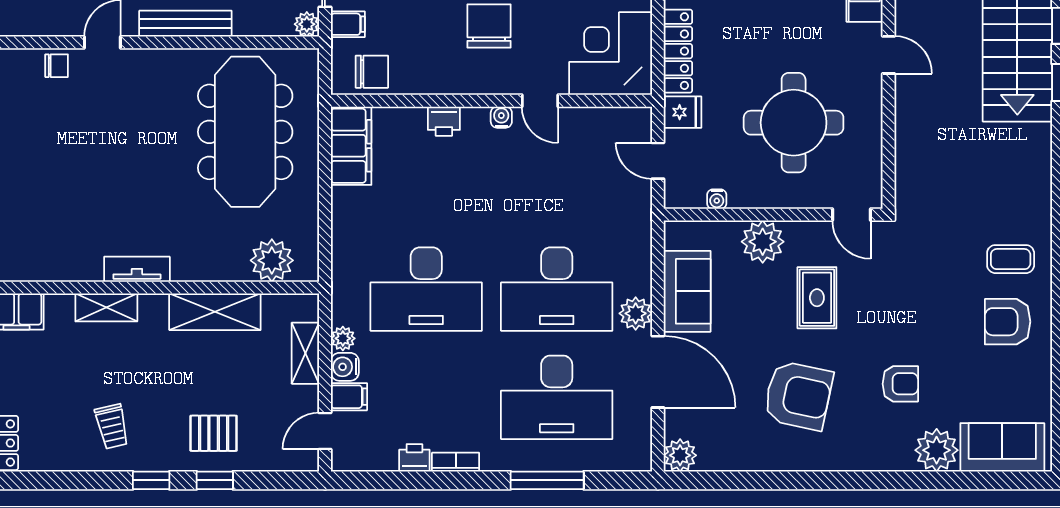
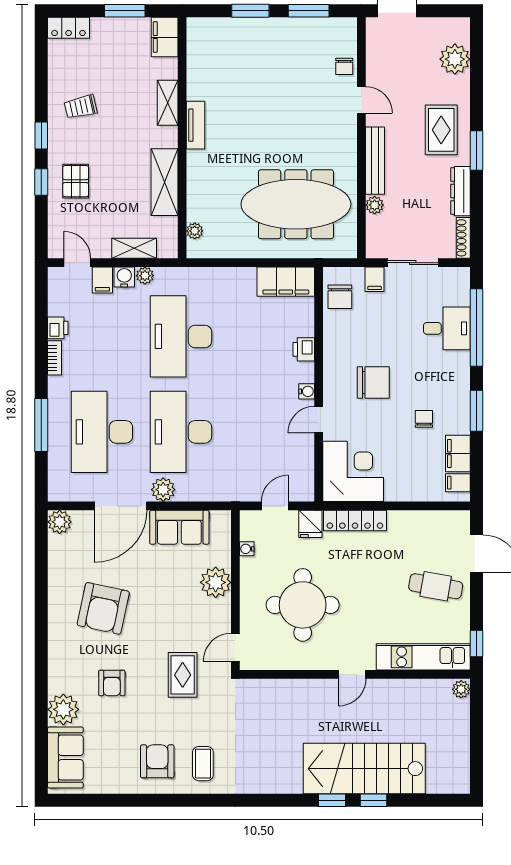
plant: (307, 24) -> (375, 205), moved
plant: (272, 260) -> (195, 231), width x0.53, depth x0.53
rug: (817, 298) -> (183, 675), moved, turned 90

